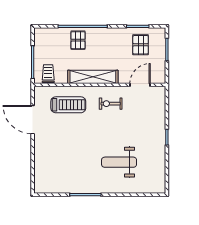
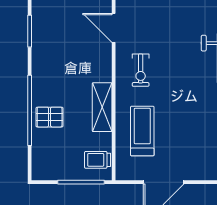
pallet: (141, 45) -> (56, 27), removed
shelving: (93, 77) -> (102, 107), width x0.68

